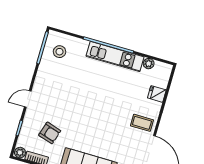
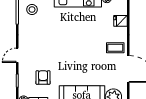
armchair: (50, 133) -> (43, 77), turned -107

